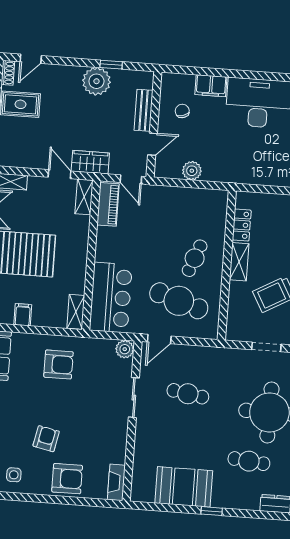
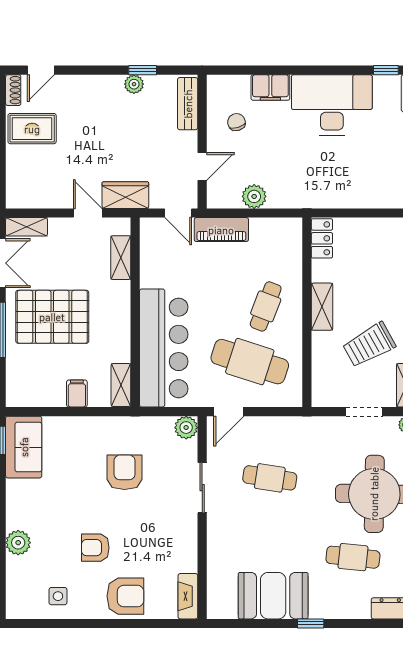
plant: (96, 81) -> (134, 84), width x0.53, depth x0.53
bench: (143, 110) -> (188, 104), moved
shelving: (84, 197) -> (121, 258), moved
piano: (108, 204) -> (221, 230), moved, turned 90
locker: (242, 225) -> (322, 238), moved
bar counter: (111, 297) -> (164, 348), width x1.36
filing cabinet: (23, 315) -> (77, 393), moved
armchair: (58, 364) -> (125, 472), moved, turned -90
armchair: (46, 439) -> (95, 548), turned -102

